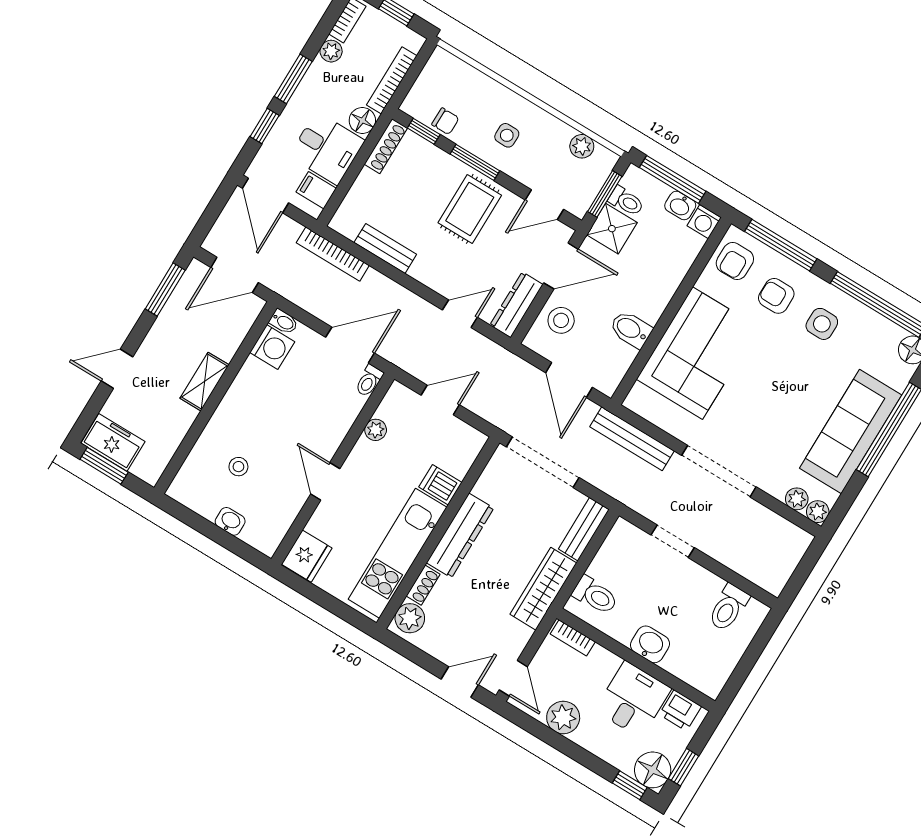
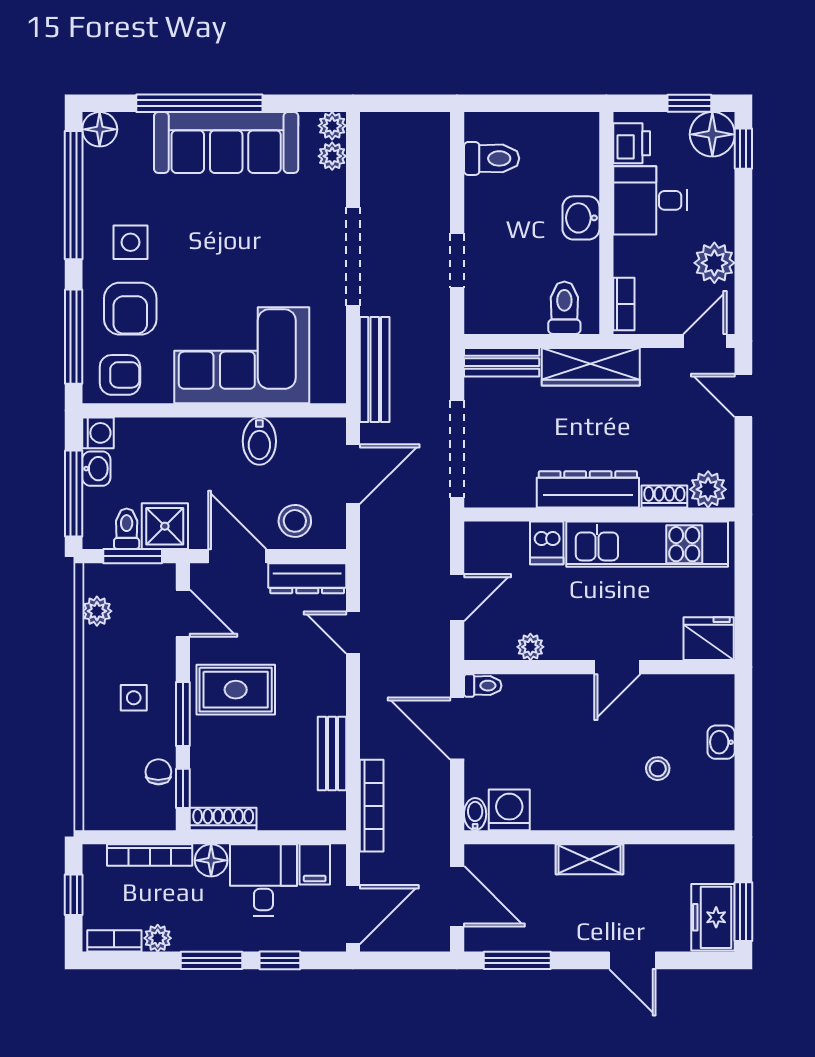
armchair: (776, 296) -> (130, 309), width x1.38, depth x1.38
door: (440, 400) -> (457, 598), swing flipped

